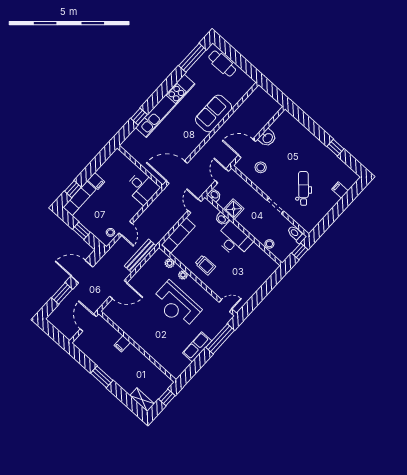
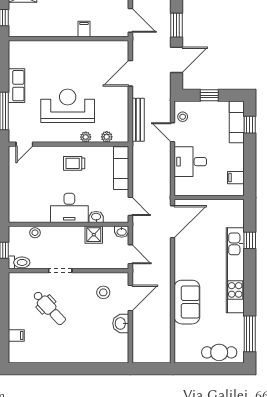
window: (335, 148) -> (54, 369), removed
filing cabinet: (96, 181) -> (236, 178), moved
desk: (142, 188) -> (190, 162), moved

